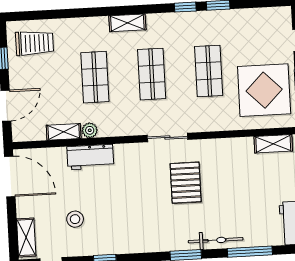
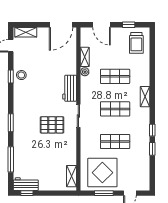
workbench: (90, 157) -> (70, 88), moved
stool: (75, 219) -> (21, 75), moved
bicycle: (216, 240) -> (18, 140), removed

